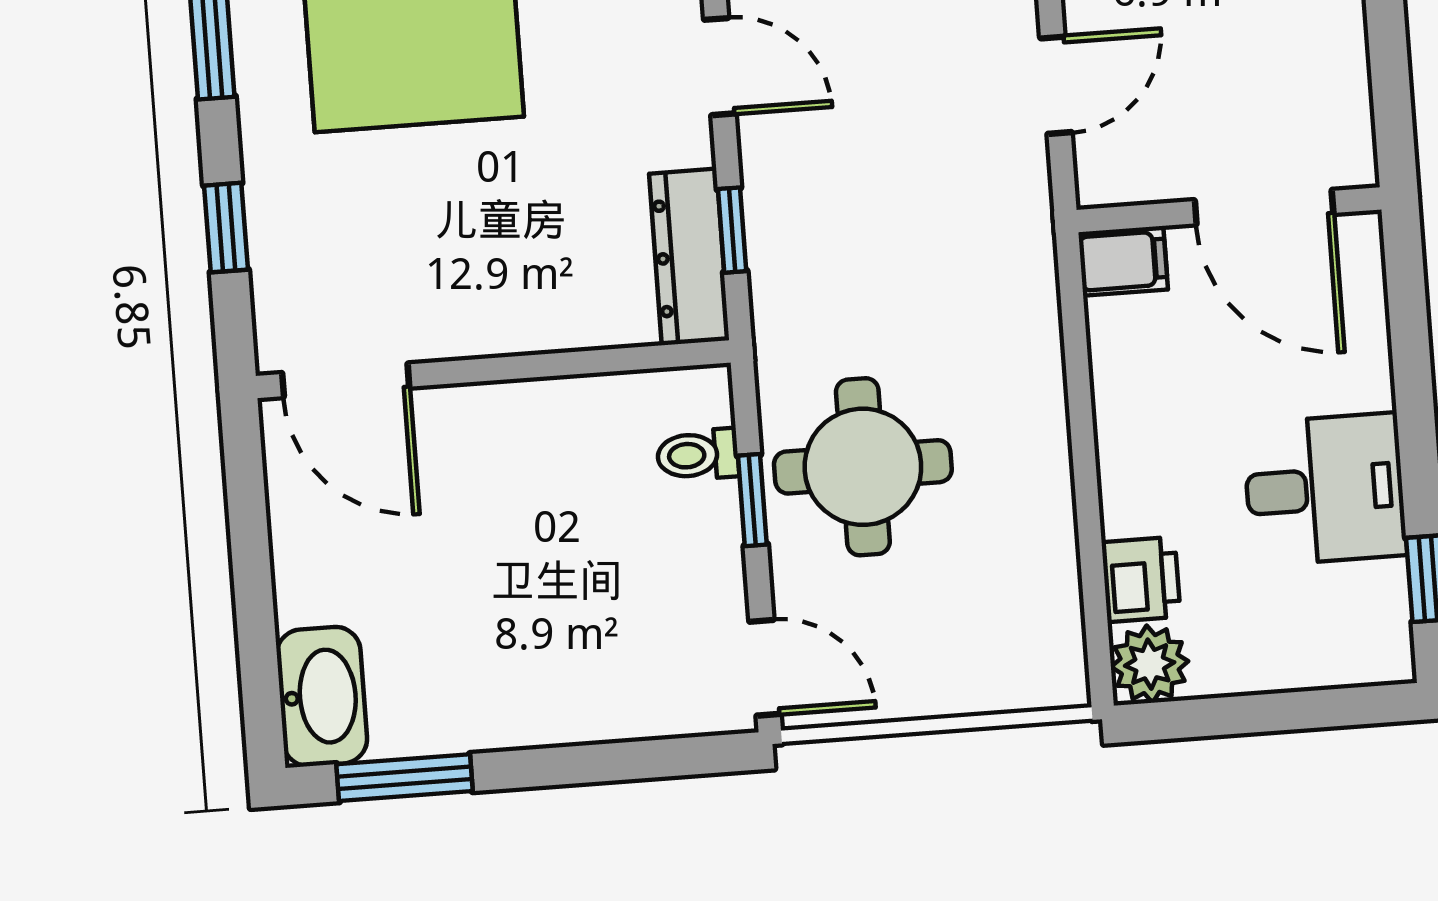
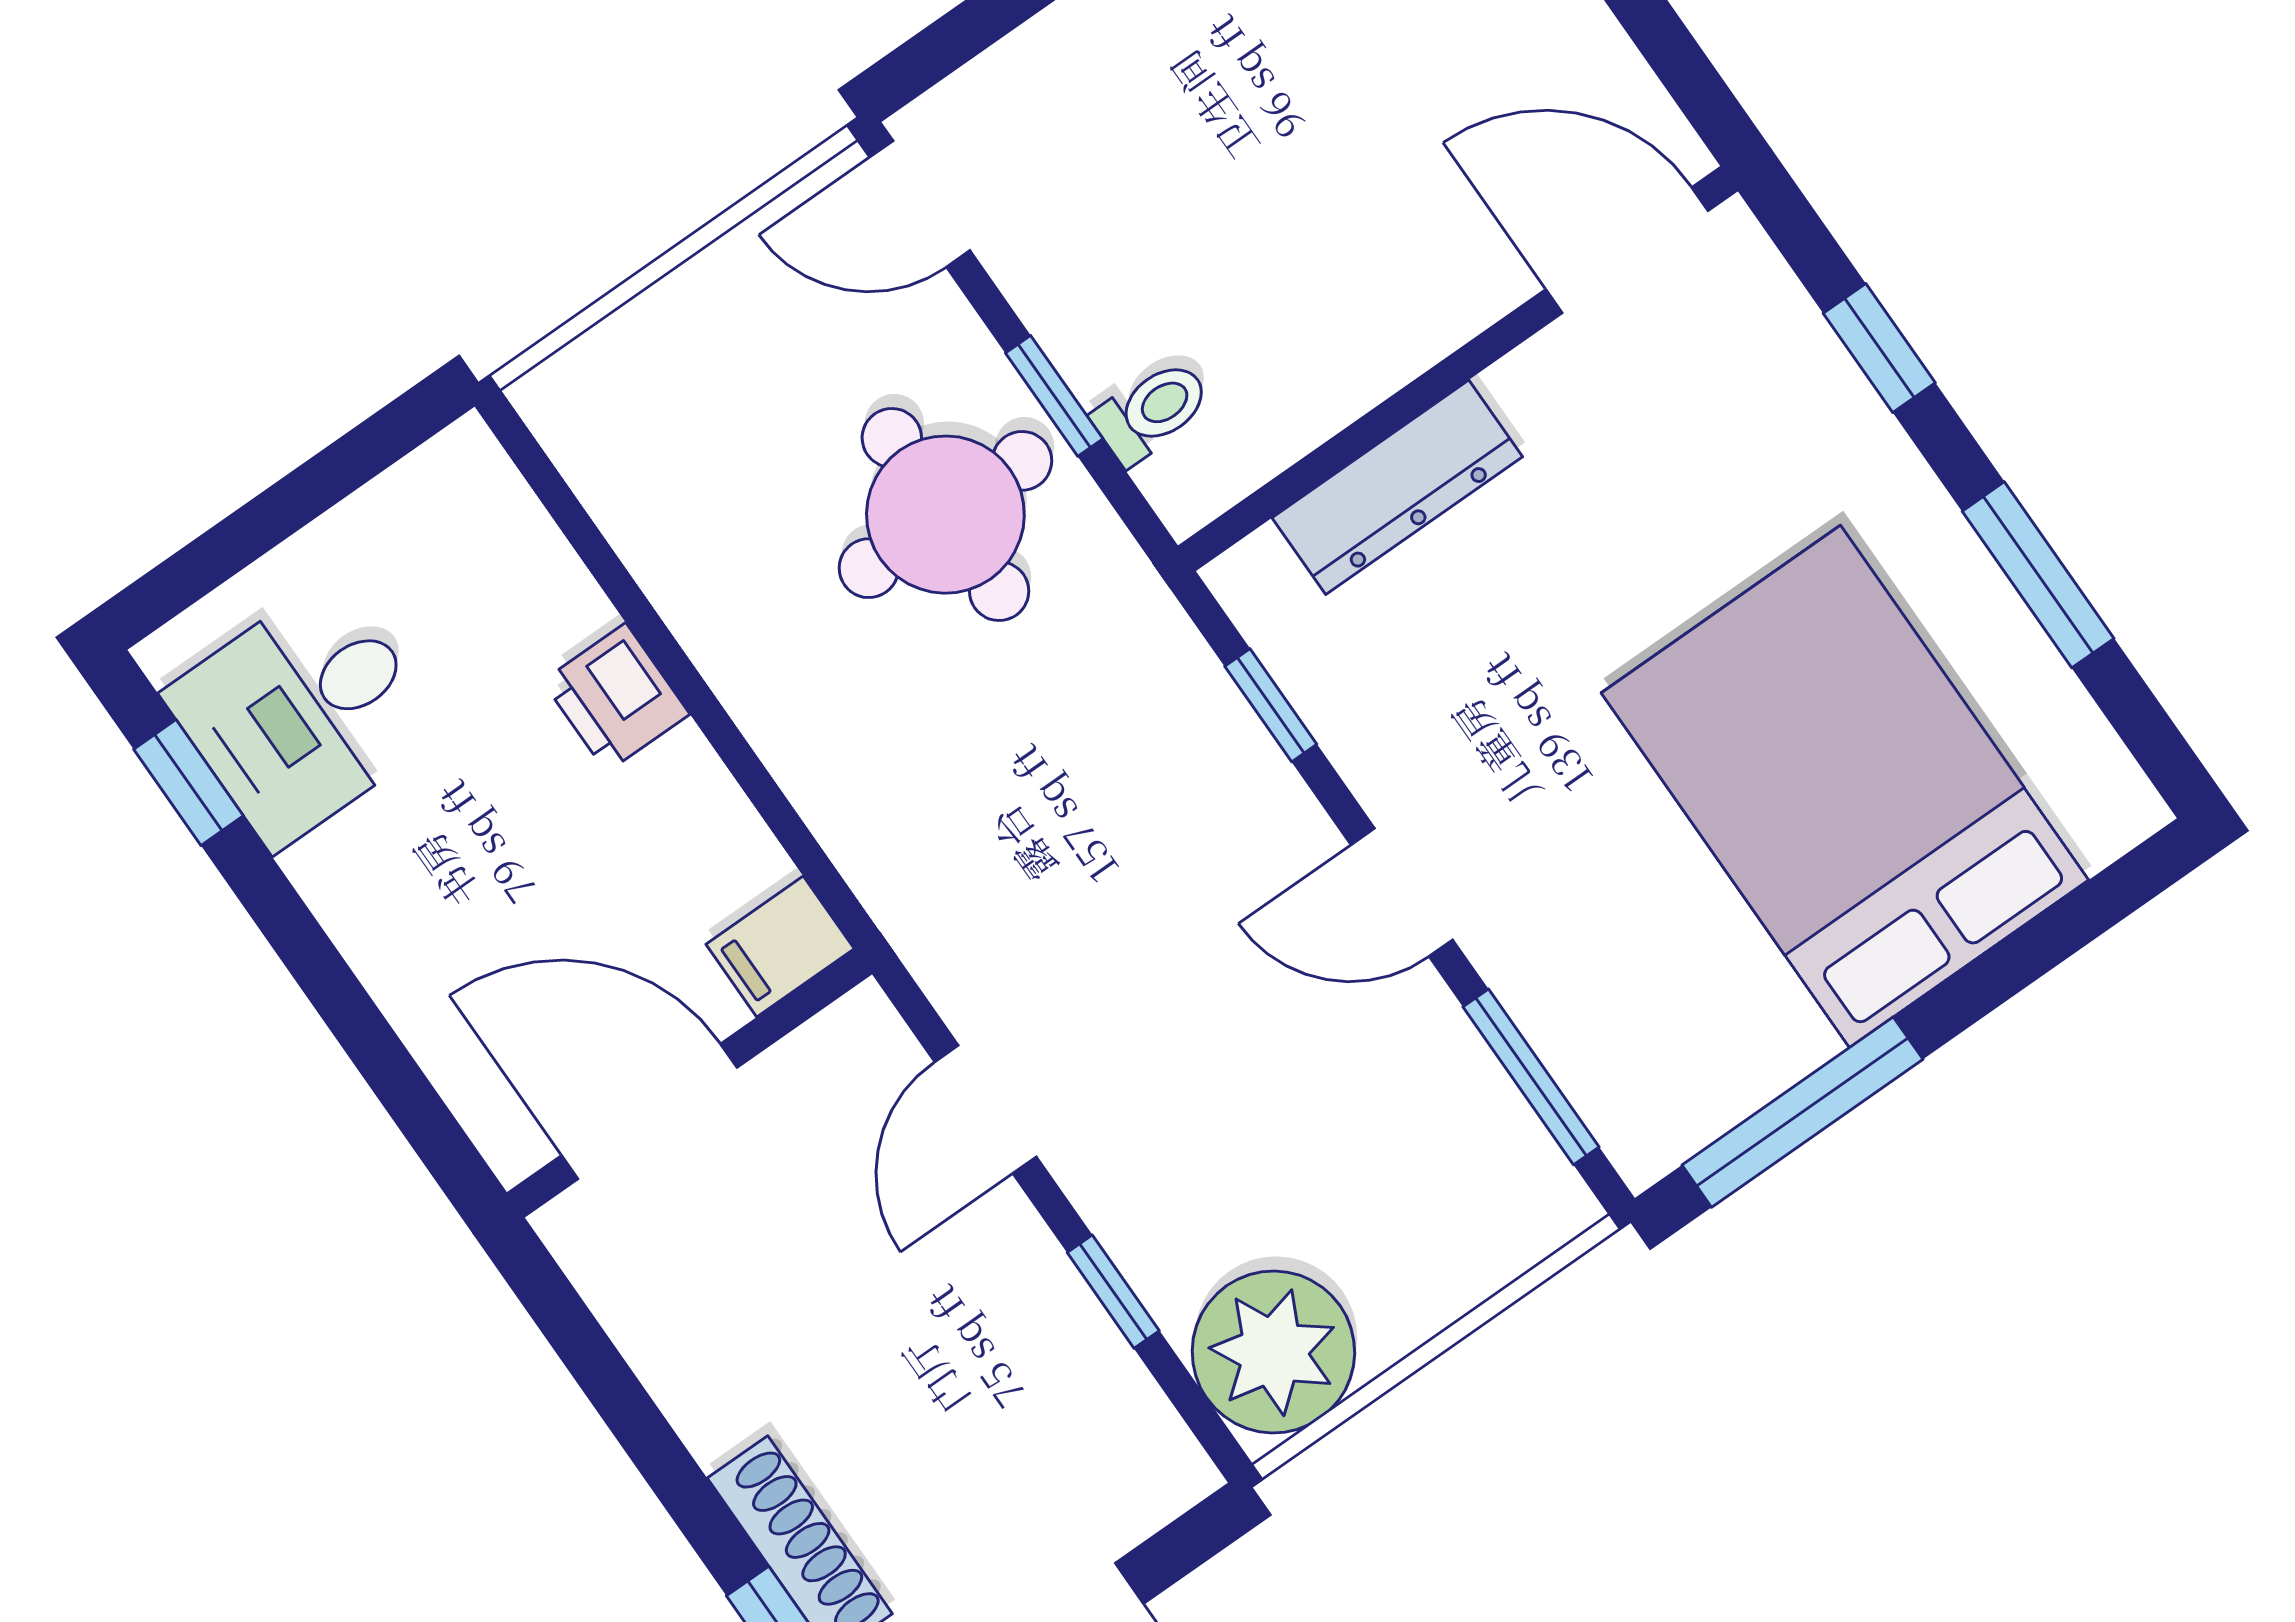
dresser: (689, 257) -> (1397, 487), moved, turned 90
desk: (1325, 489) -> (303, 713), moved
printer: (1141, 579) -> (616, 698), moved
plant: (1150, 664) -> (461, 482), removed

